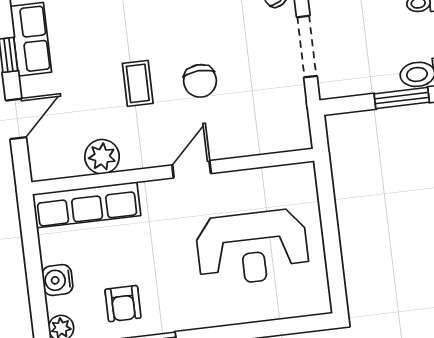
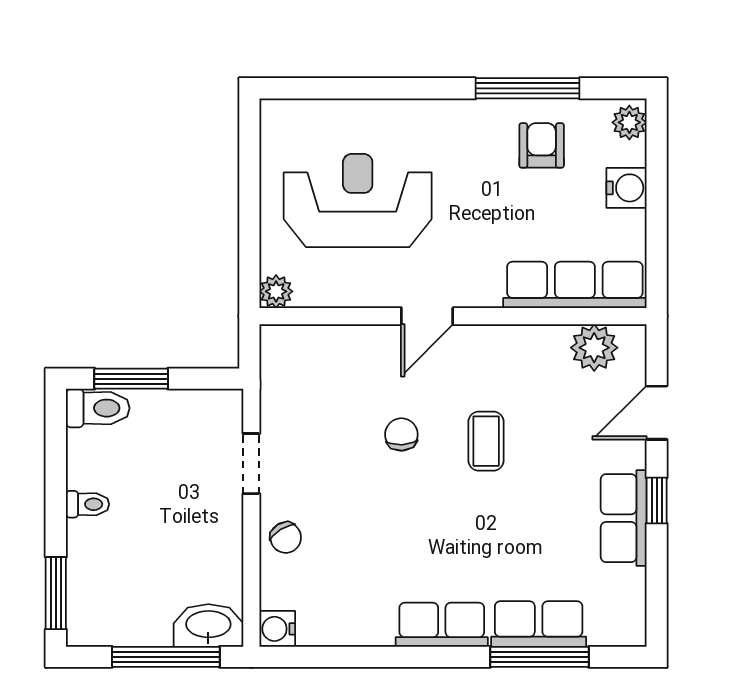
doorway: (307, 47) -> (251, 464), width x0.73
chair: (200, 81) -> (401, 434), width x0.73, depth x0.73
plant: (102, 157) -> (594, 348), moved
plant: (304, 174) -> (276, 291), added

